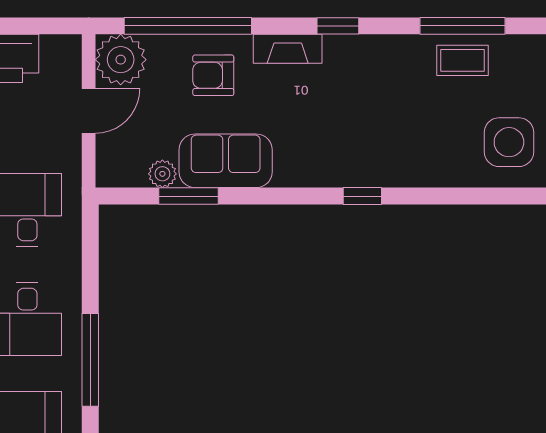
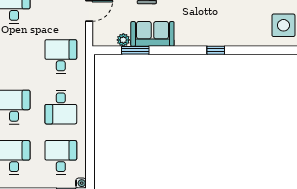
window: (90, 360) -> (90, 126), removed

